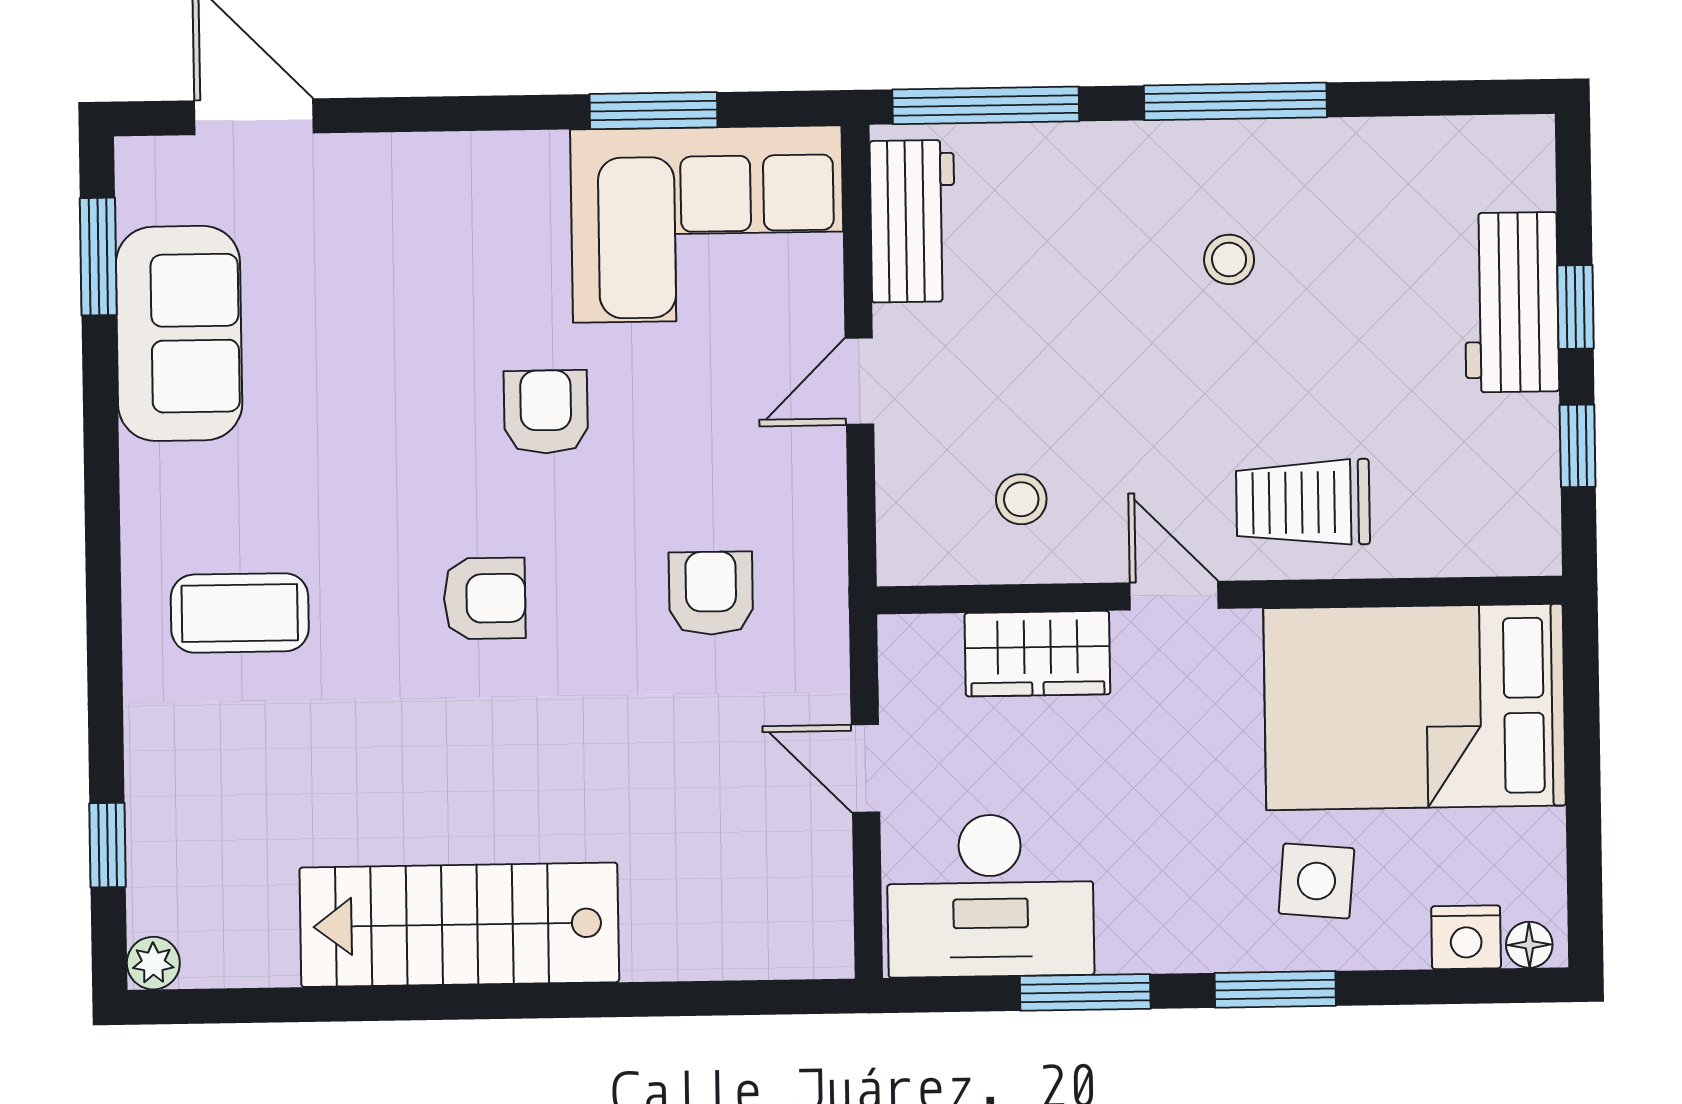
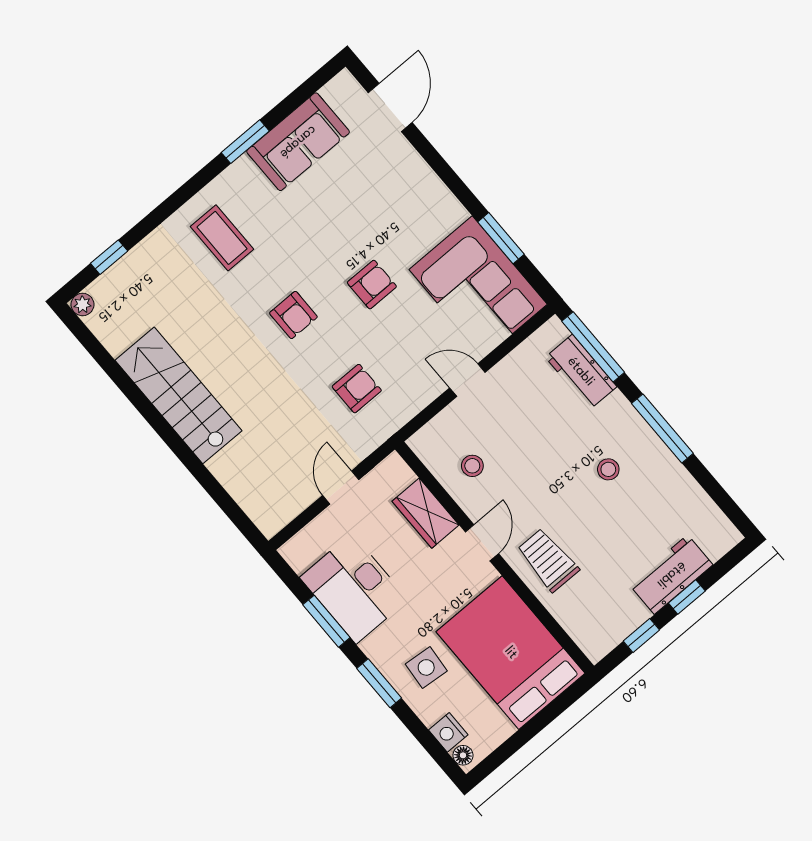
workbench: (913, 221) -> (581, 372), moved, turned 90
window: (98, 257) -> (245, 142), moved
desk: (990, 896) -> (354, 589), moved

